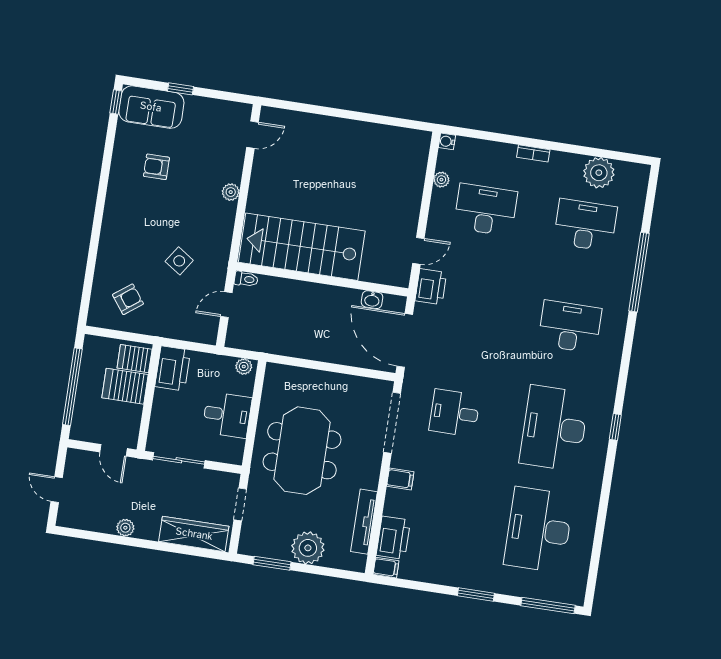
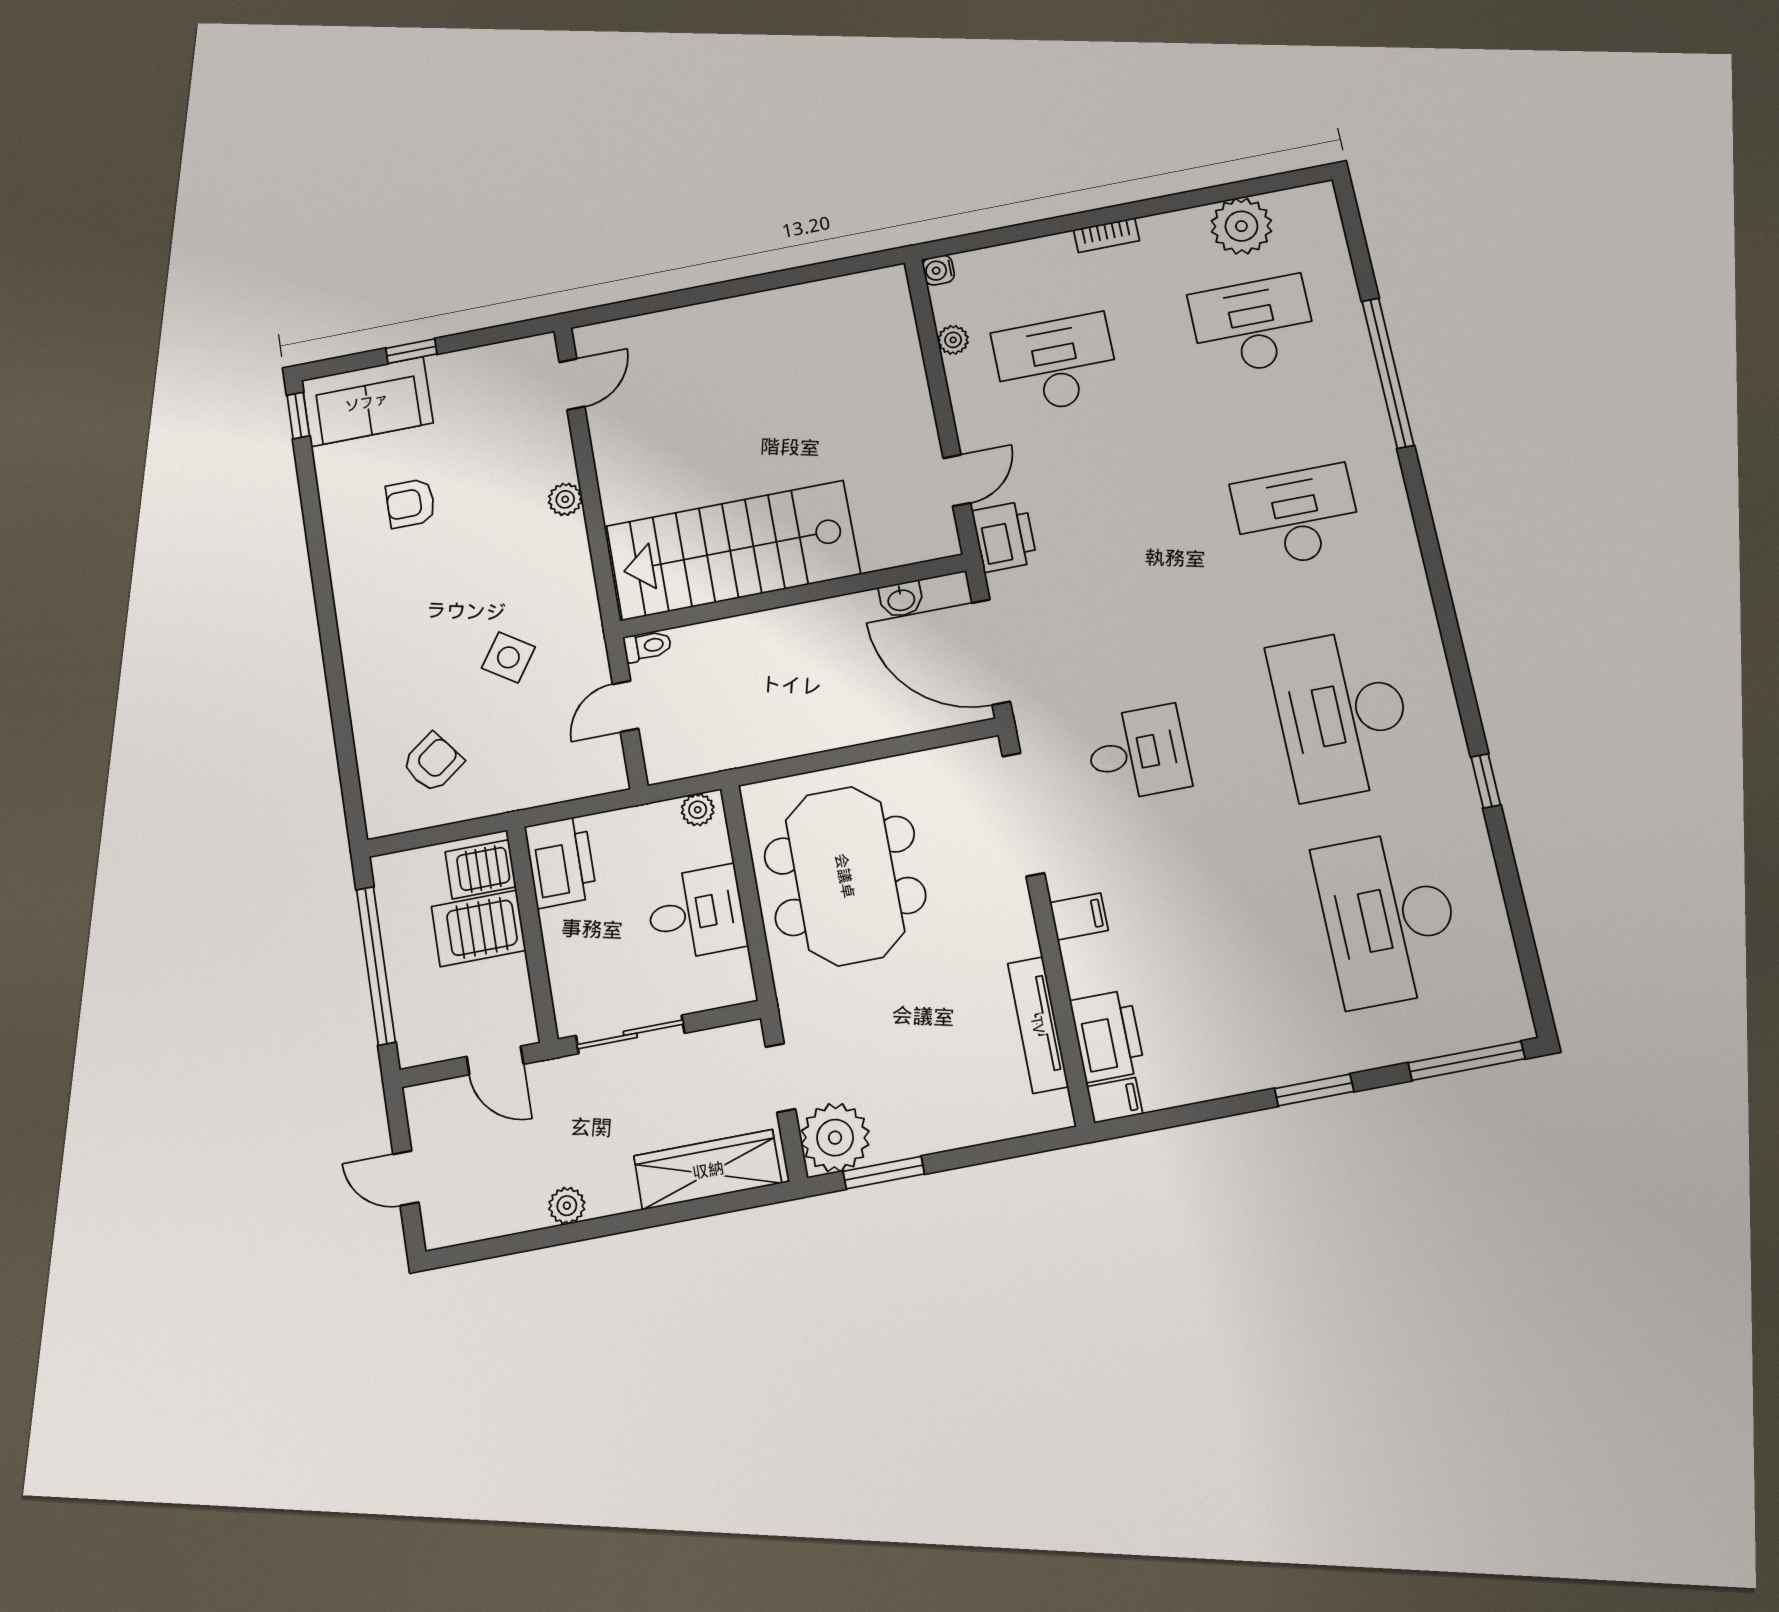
desk: (455, 413) -> (1138, 753), turned 180
window: (615, 427) -> (1486, 781), moved
meeting table: (302, 451) -> (845, 876), moved
plant: (308, 548) -> (835, 1138), moved

